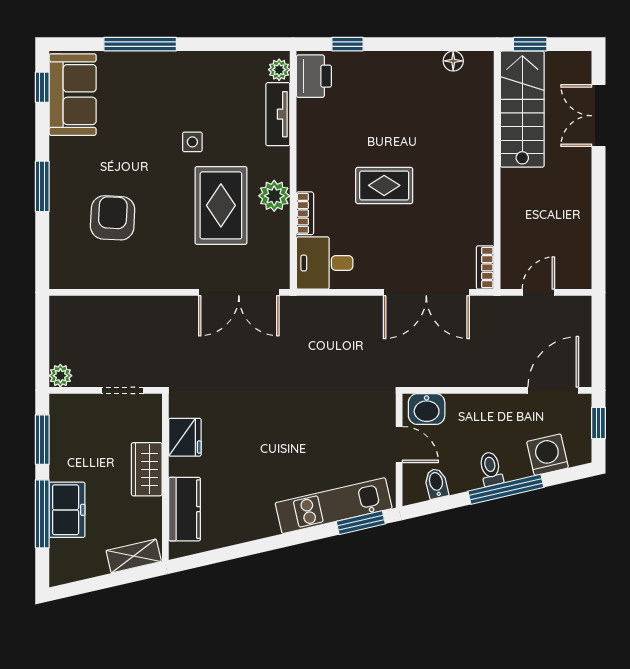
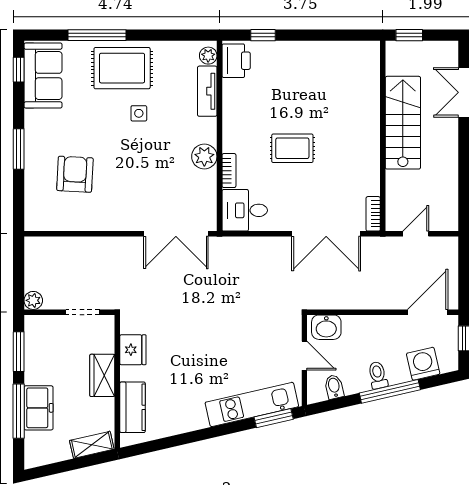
floor lamp: (453, 61) -> (348, 49), removed
stairs: (522, 109) -> (403, 123), moved
rug: (221, 205) -> (122, 68), moved, turned 90

